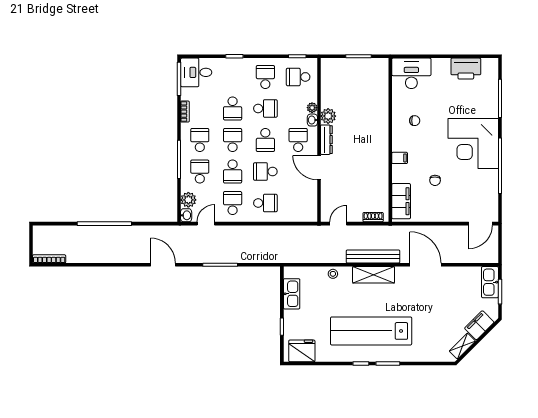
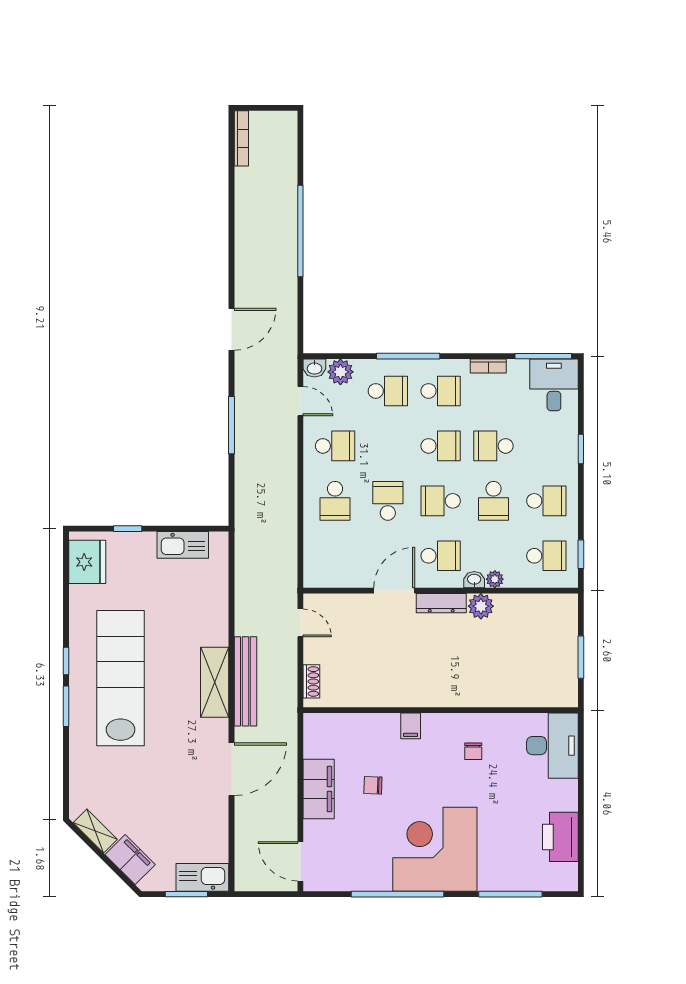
school desk: (298, 77) -> (546, 556), turned 90
school desk: (233, 172) -> (388, 446), removed
filing cabinet: (401, 201) -> (319, 789), moved, turned -90
stool: (333, 274) -> (216, 614), removed

